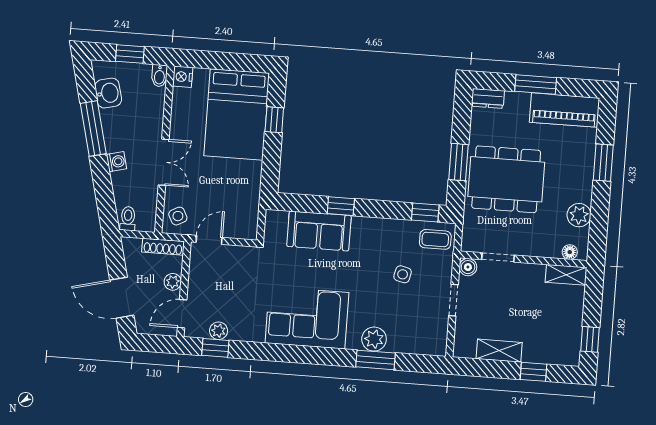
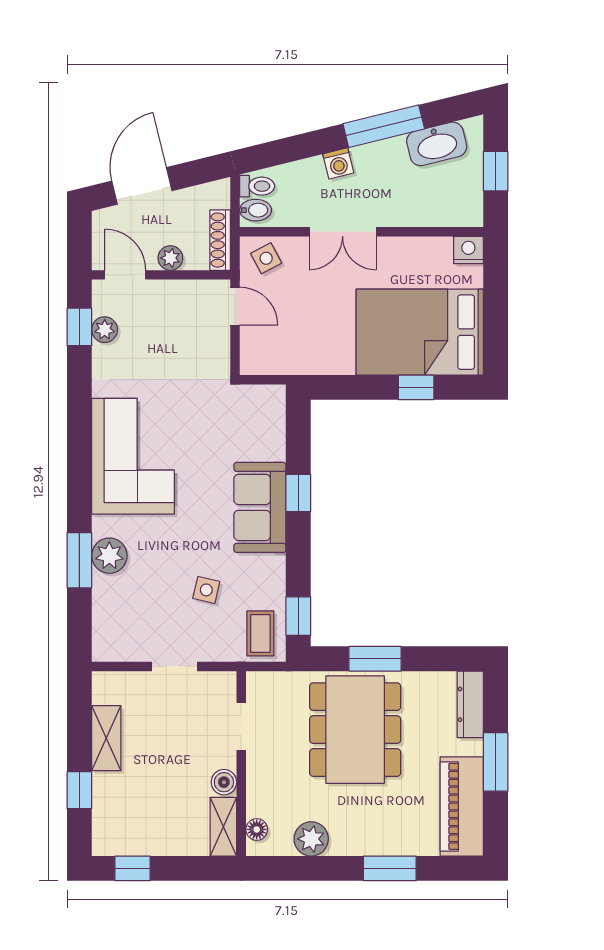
bidet: (159, 76) -> (256, 210), moved, turned 180
washbasin: (108, 93) -> (437, 144), width x1.38
dresser: (488, 98) -> (470, 704), width x1.44
sofa: (319, 231) -> (260, 507), moved
boiler: (468, 267) -> (224, 782), moved

